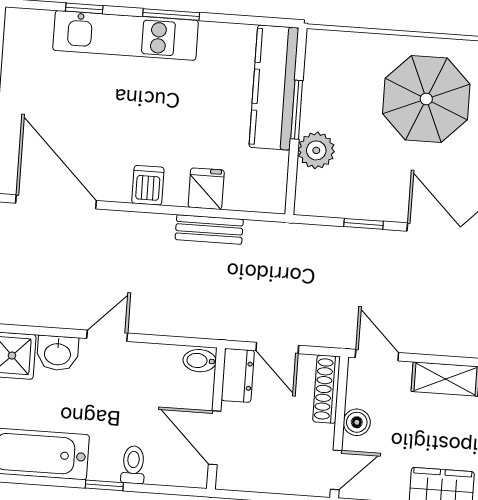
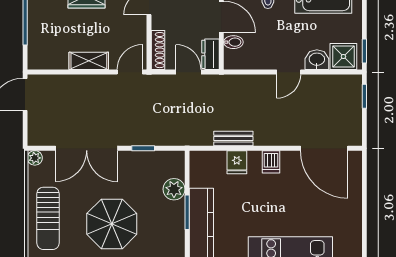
door: (377, 355) -> (130, 72), swing flipped
bidet: (200, 361) -> (233, 42), moved
boiler: (357, 422) -> (139, 32), removed

